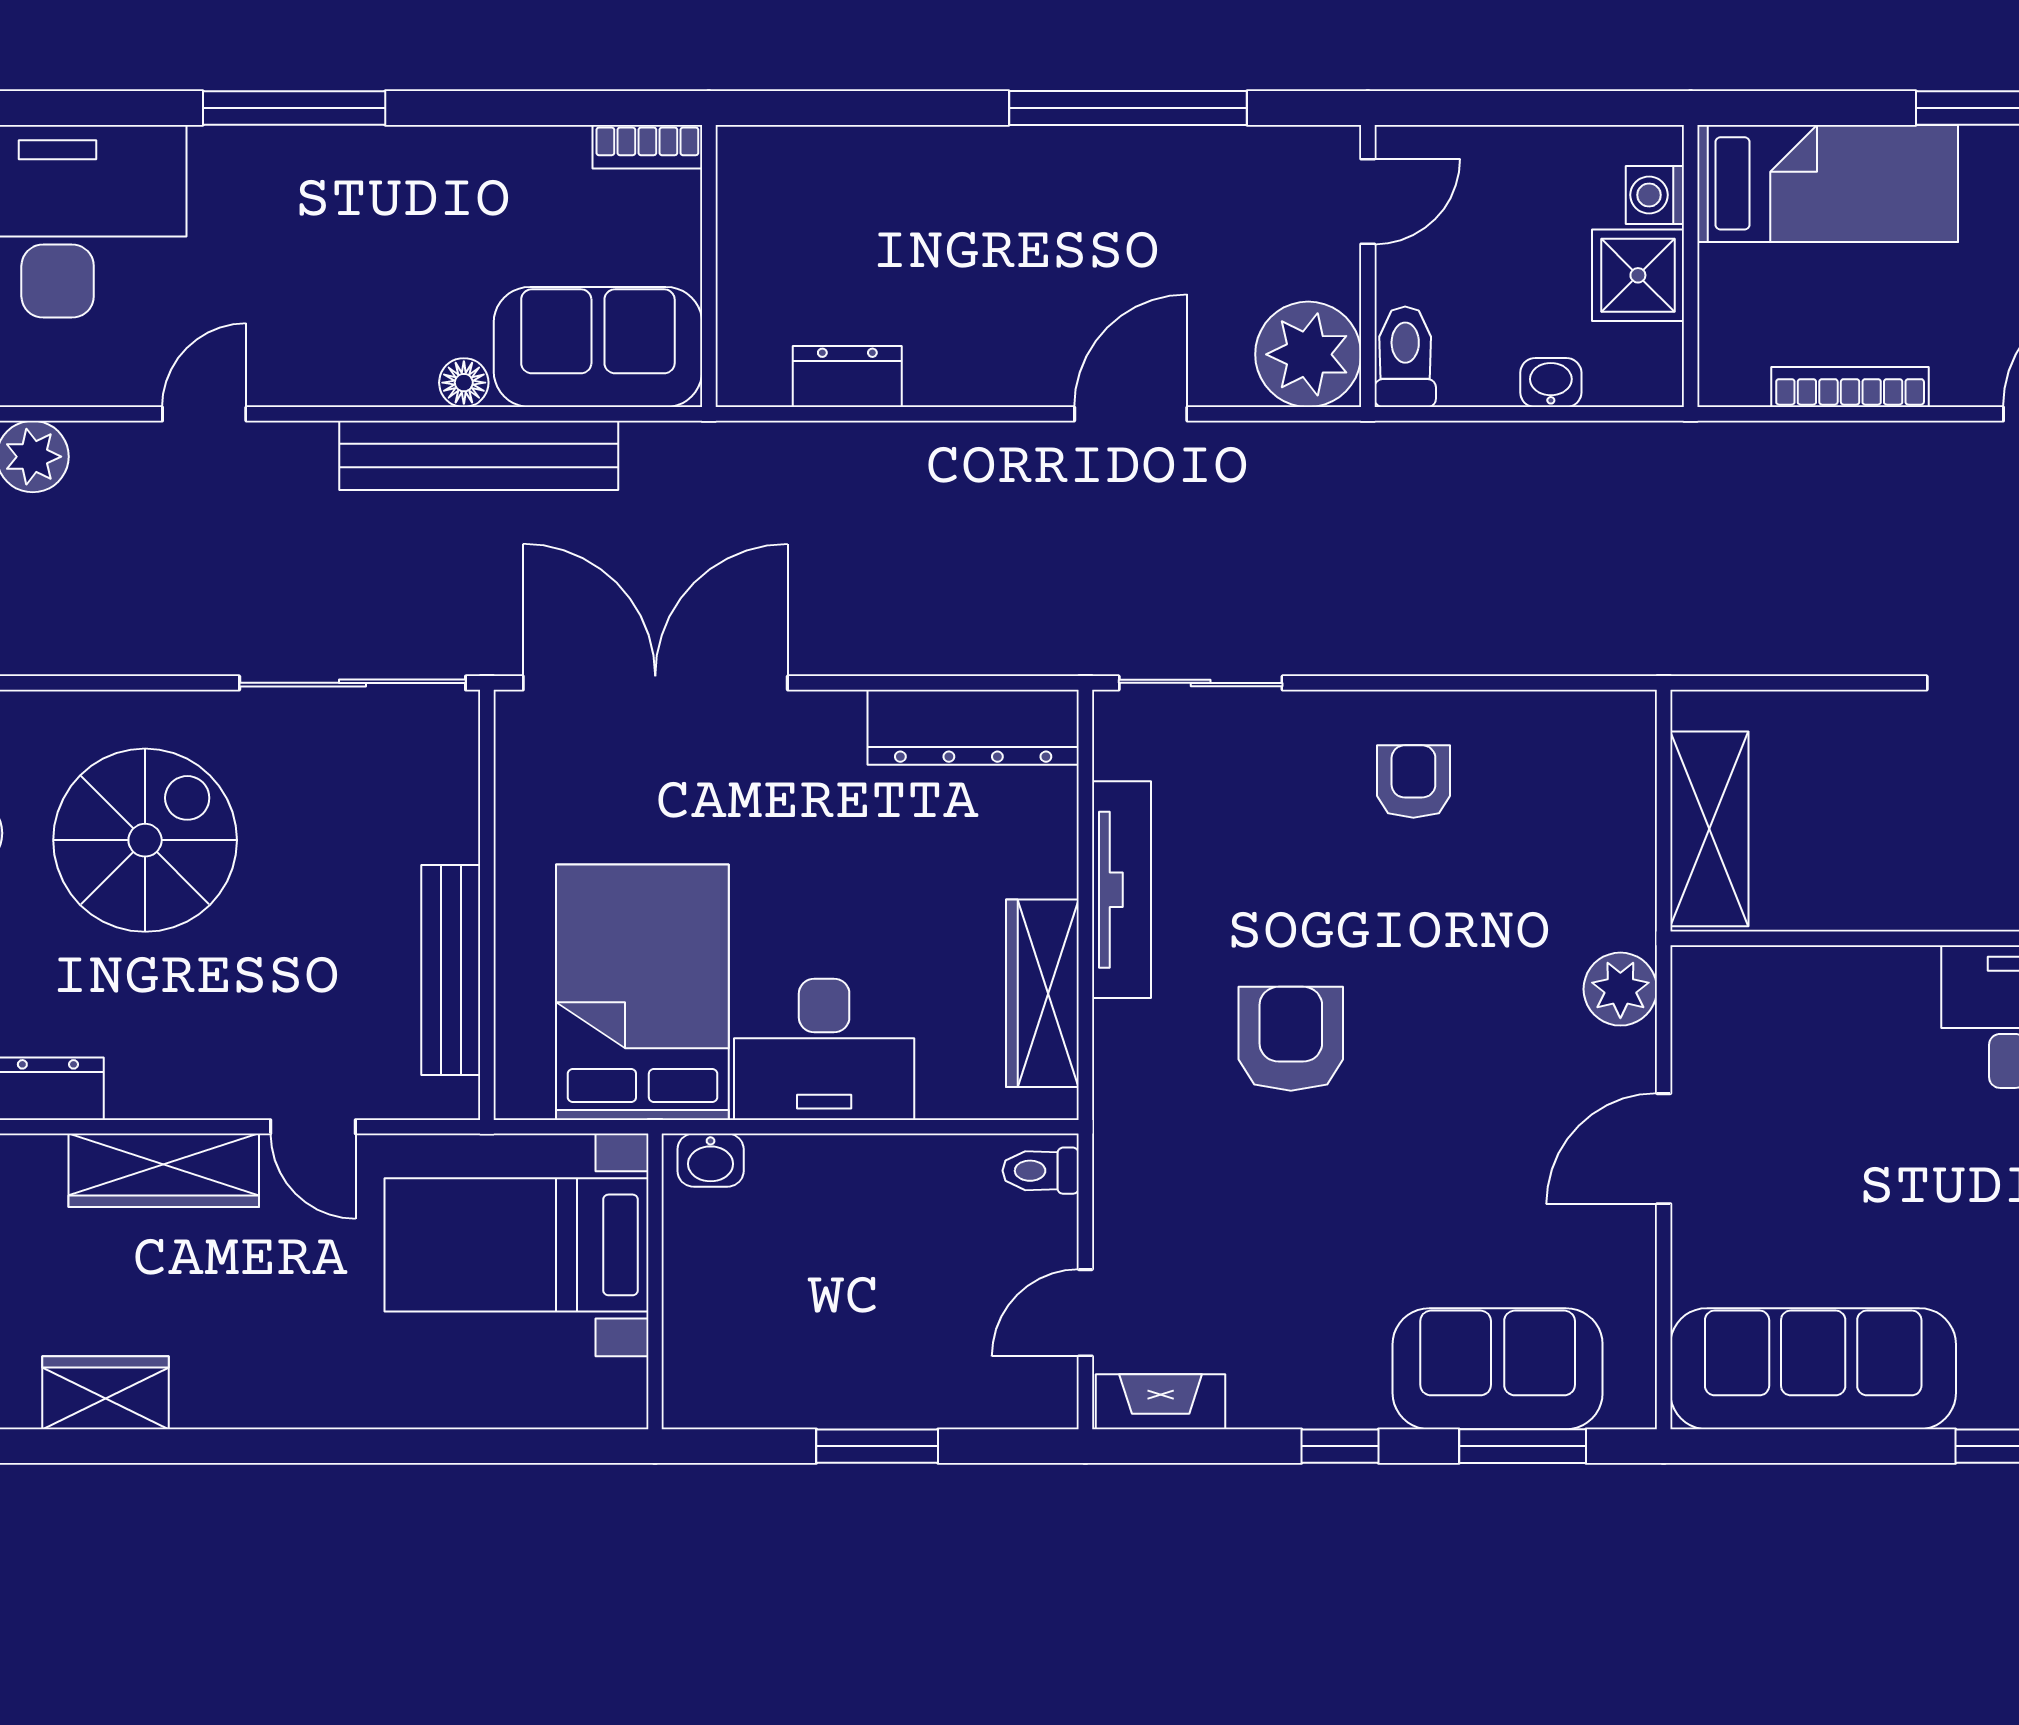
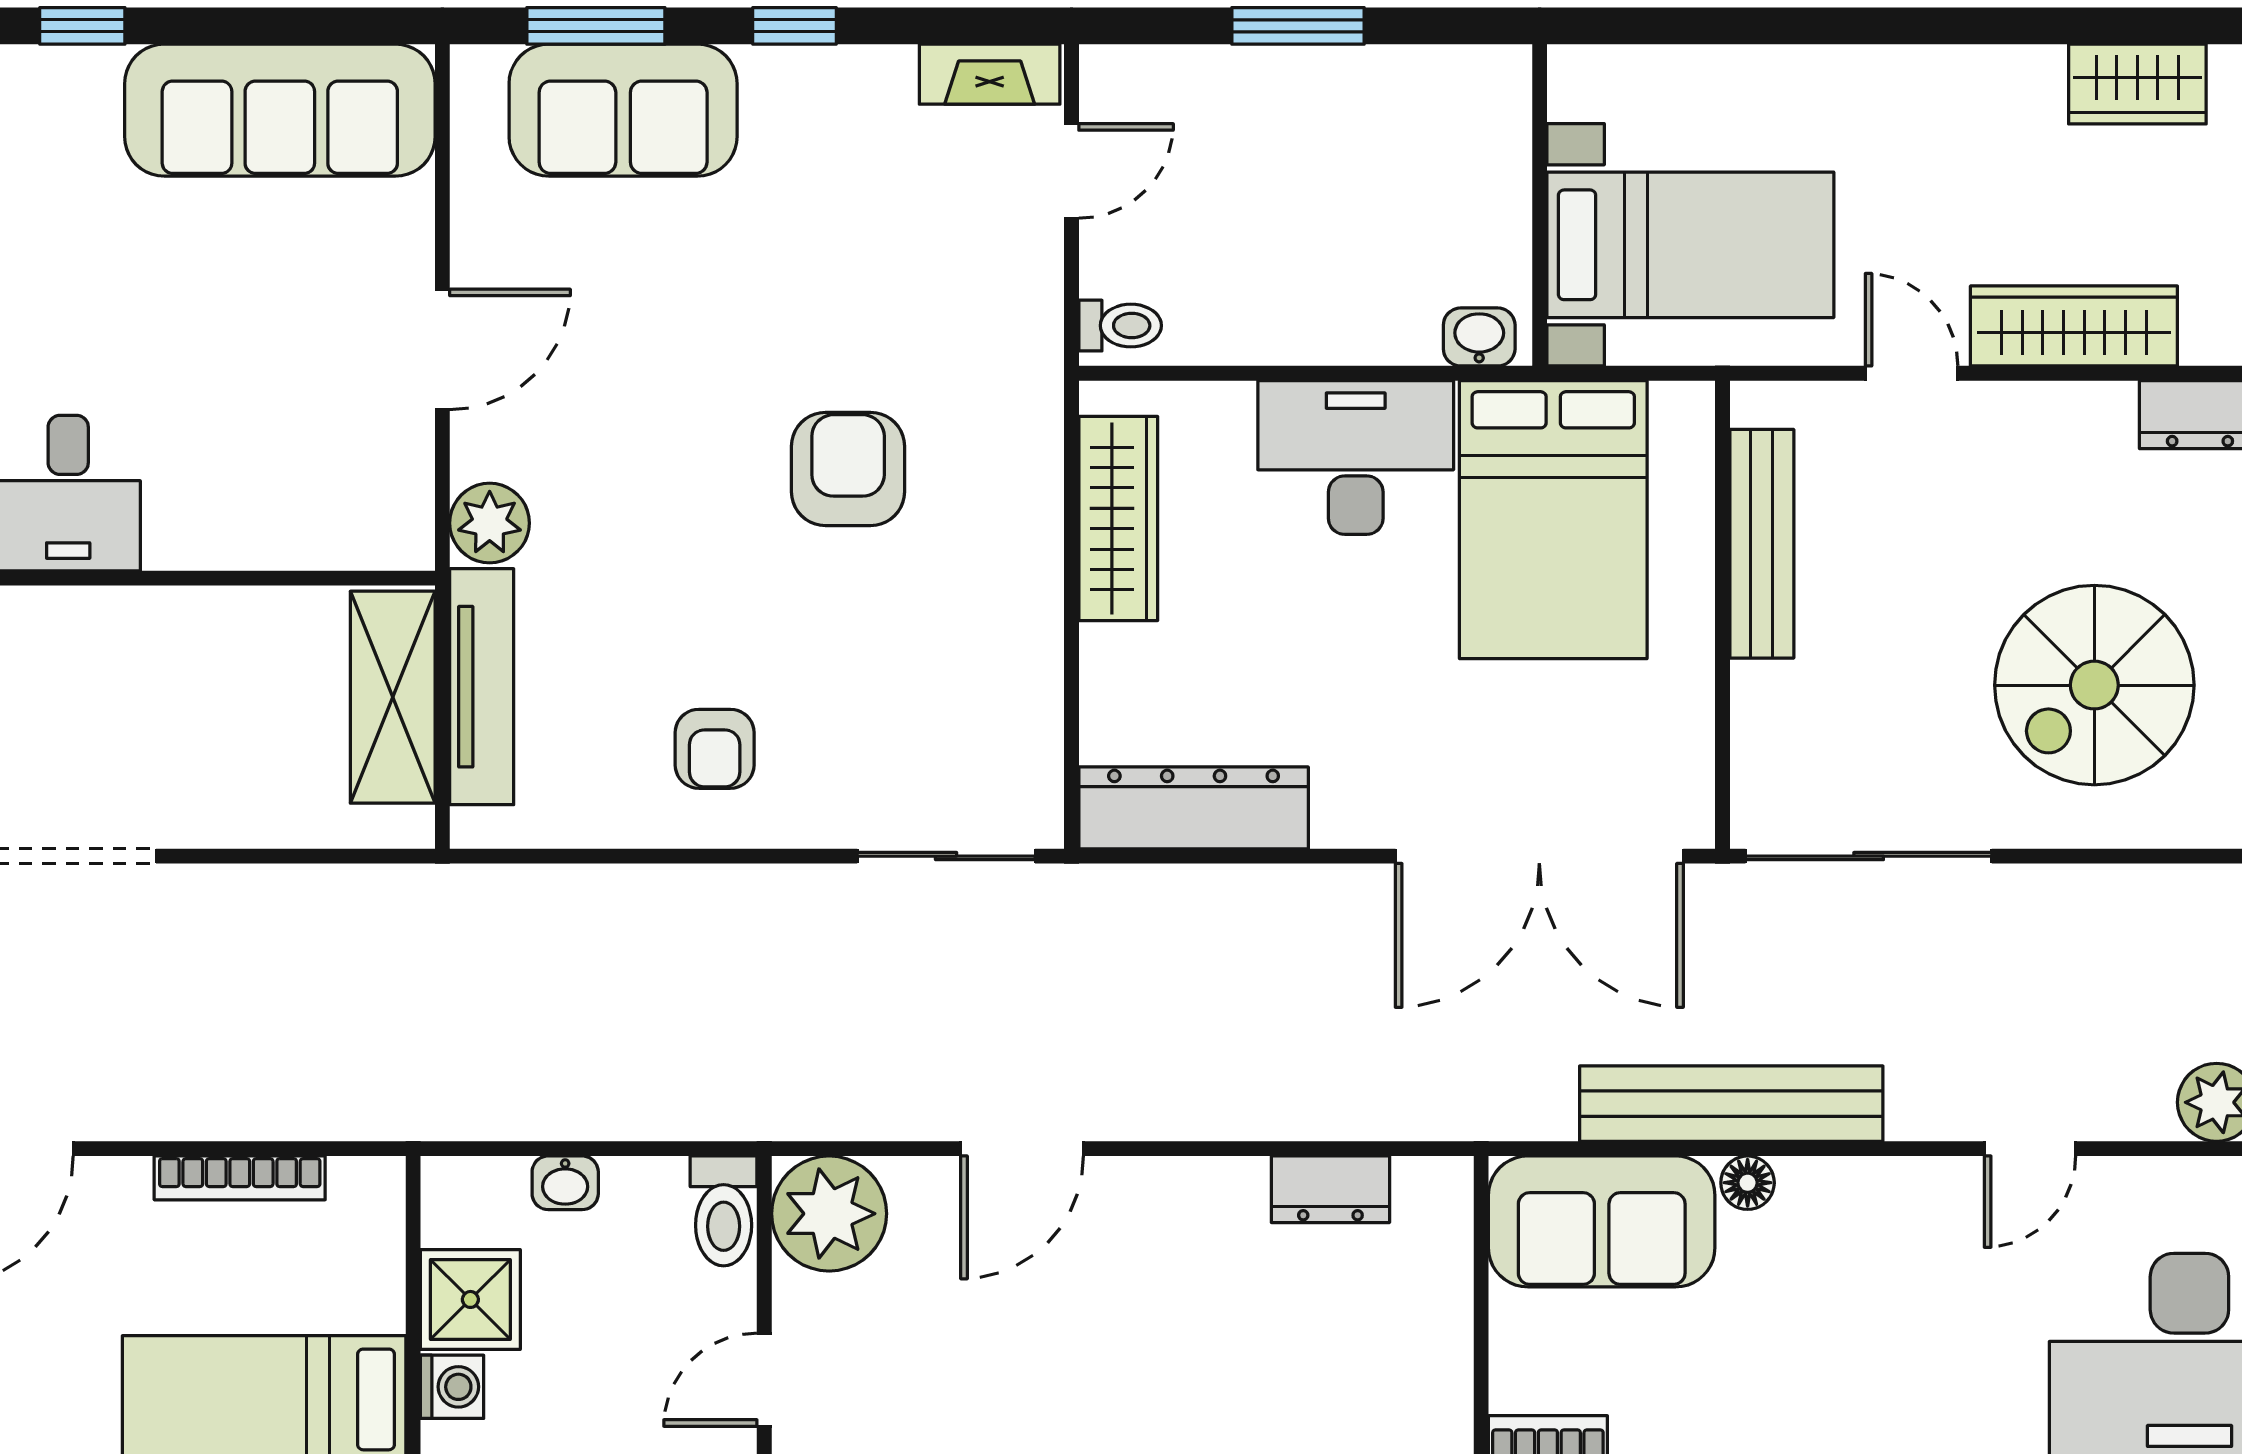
tv unit: (1121, 890) -> (482, 687), moved, turned 180
armchair: (1291, 1039) -> (848, 469), turned 180

